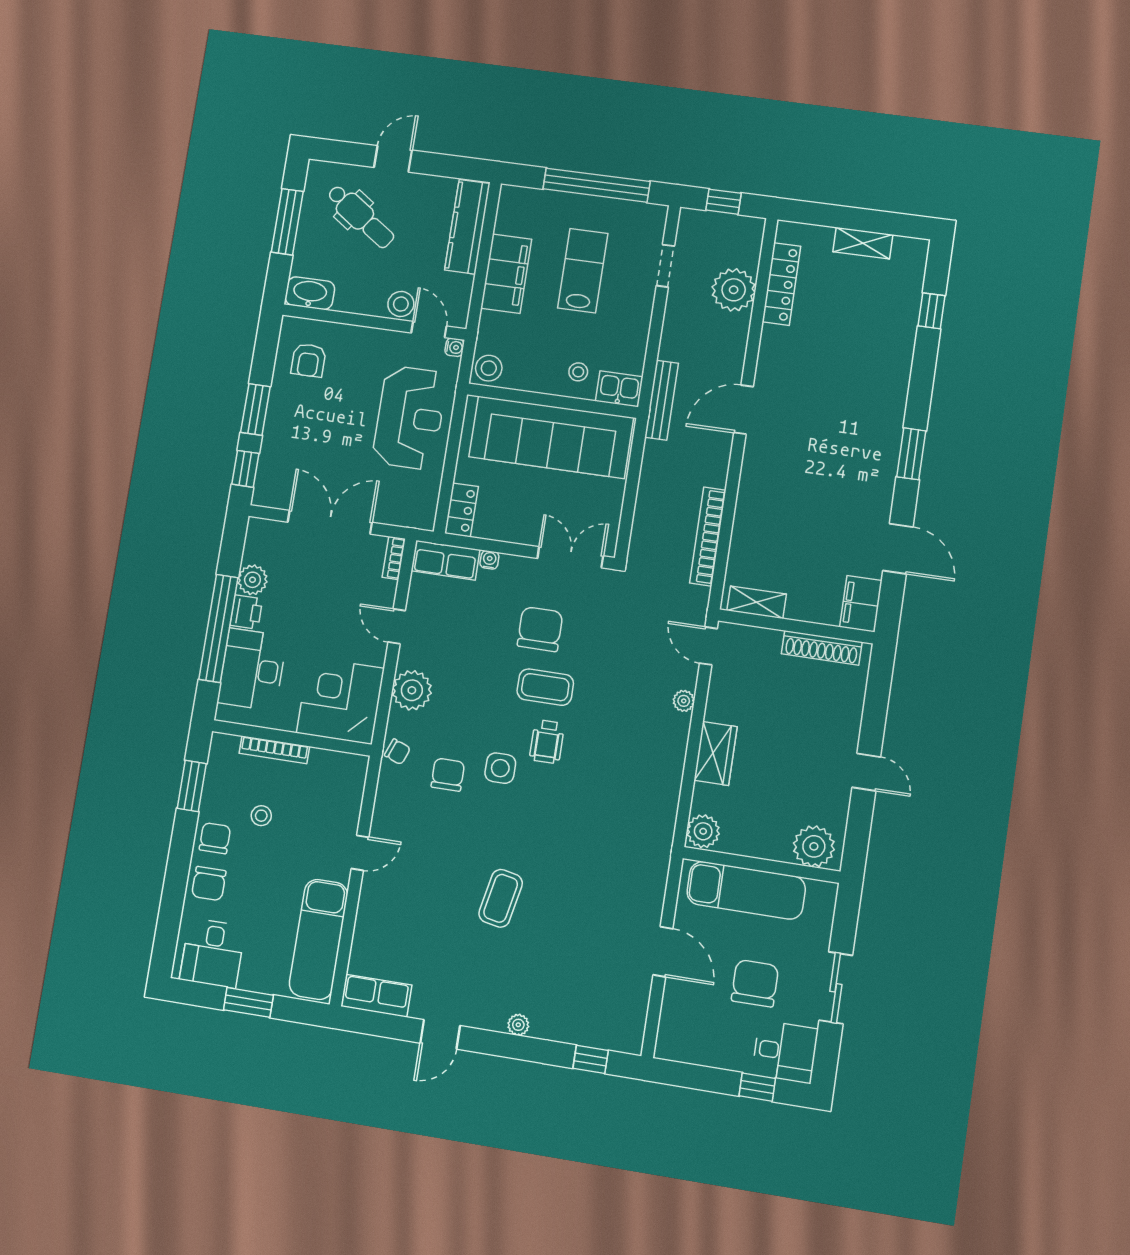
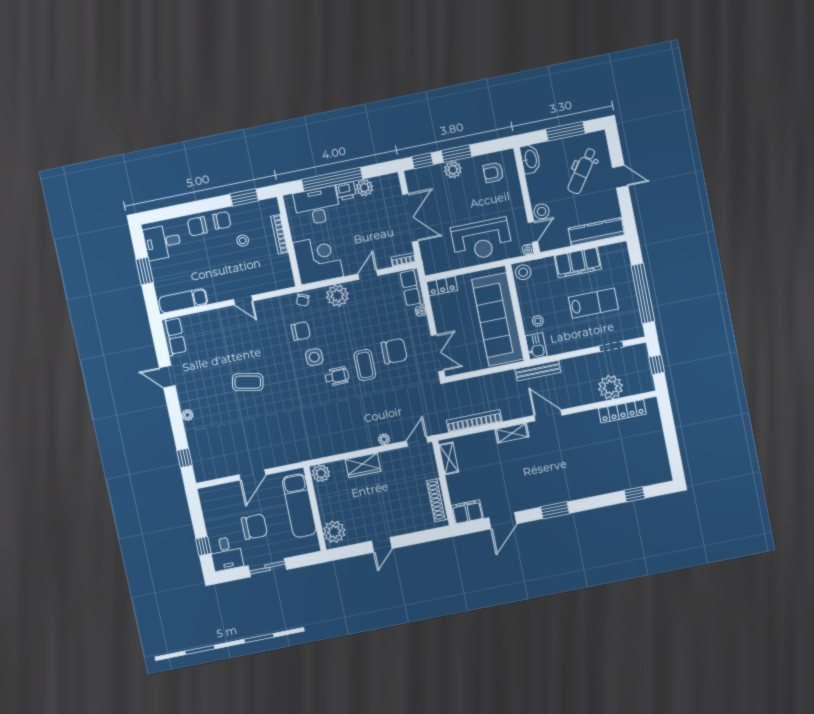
shelving: (863, 243) -> (512, 433), moved, turned 90
plant: (279, 425) -> (453, 170), added
wheelchair: (547, 742) -> (337, 376), turned 180
exam couch: (318, 939) -> (183, 301), width x0.73, depth x0.69

